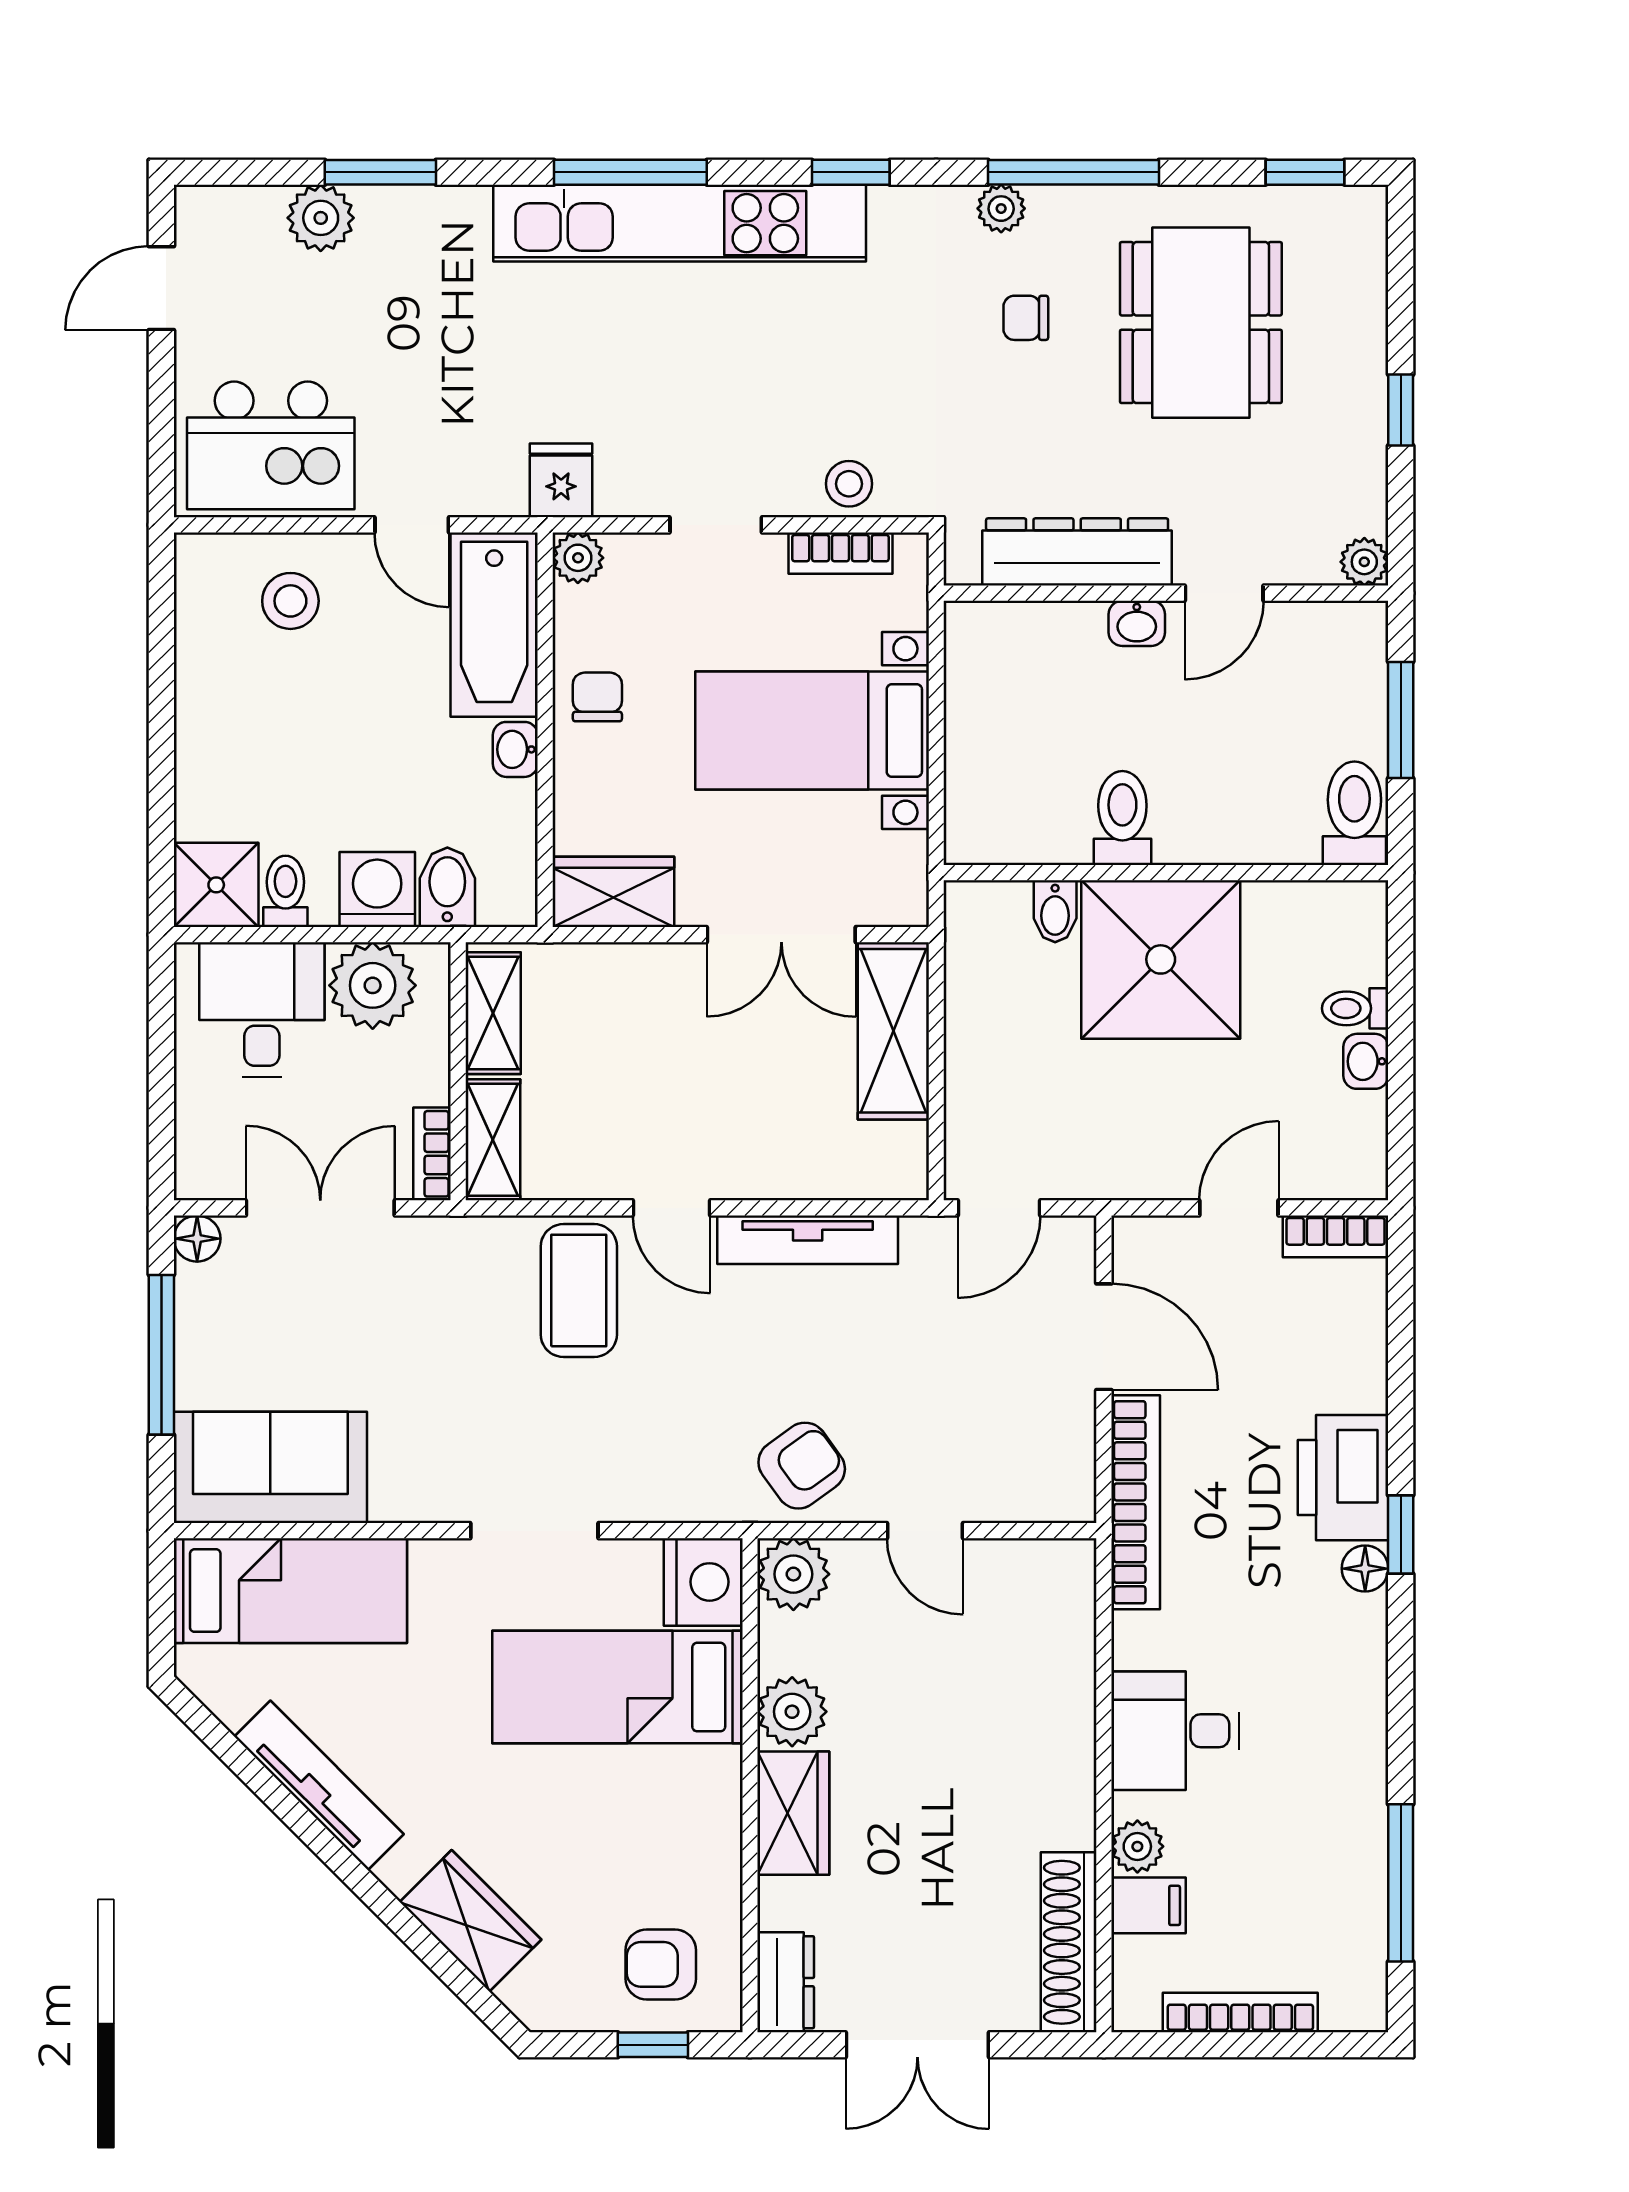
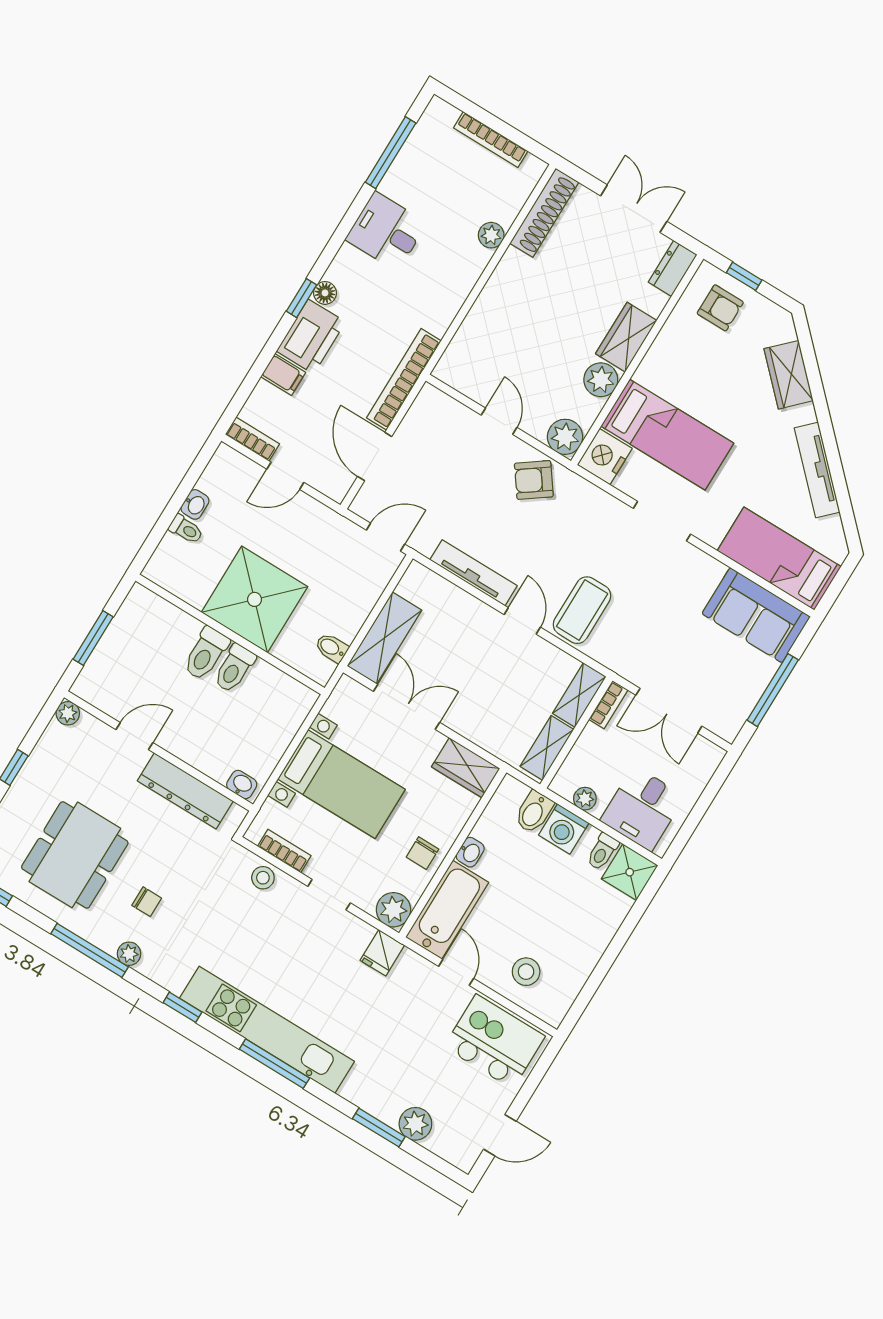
plant: (578, 558) -> (393, 910), width x1.38, depth x1.38
washbasin: (1137, 623) -> (242, 785), moved
toilet: (1354, 813) -> (206, 654), moved
bidet: (1055, 911) -> (332, 648), moved, turned -90
plant: (373, 985) -> (585, 799), width x0.53, depth x0.53
floor lamp: (197, 1239) -> (728, 729), removed
desk: (1175, 1731) -> (386, 231), moved, turned 180
filing cabinet: (1149, 1905) -> (283, 374), moved, turned 180

